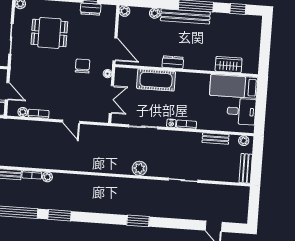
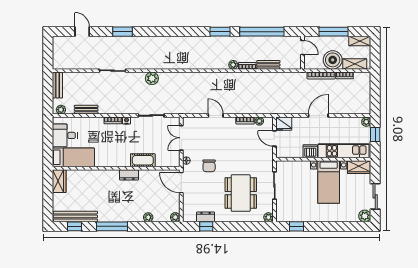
bench: (185, 16) -> (75, 216), moved
dining table: (49, 33) -> (241, 193), width x1.38
wardrobe: (229, 65) -> (59, 181), moved, turned -90
cot: (156, 80) -> (143, 160), width x0.73, depth x0.75
window: (138, 221) -> (123, 32), moved

